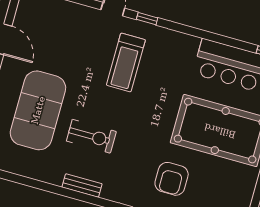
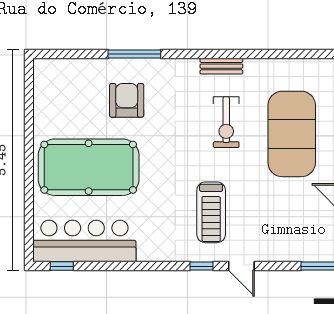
treadmill: (126, 62) -> (211, 212), turned 180
exercise bike: (91, 136) -> (226, 122), turned -90

